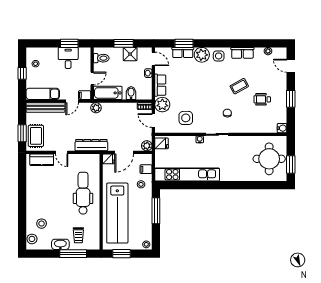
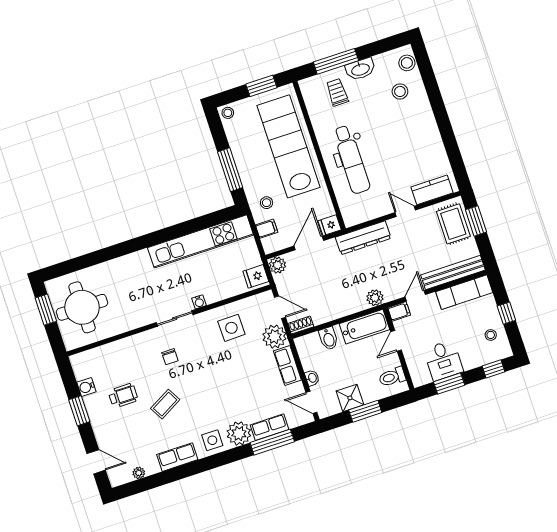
window: (40, 43) -> (493, 369), added
window: (184, 43) -> (272, 442), width x1.44
water cooler: (282, 128) -> (86, 387), moved

